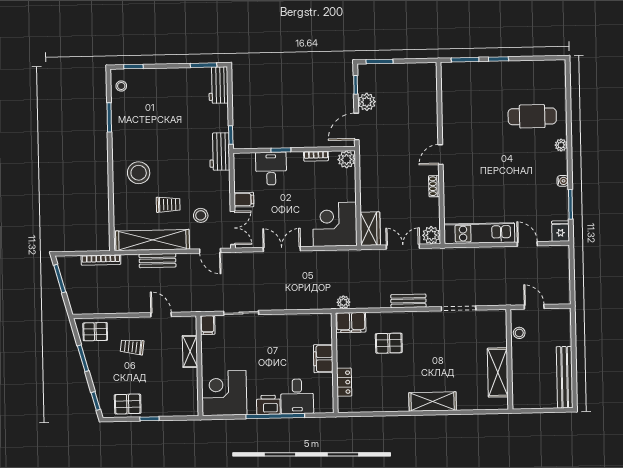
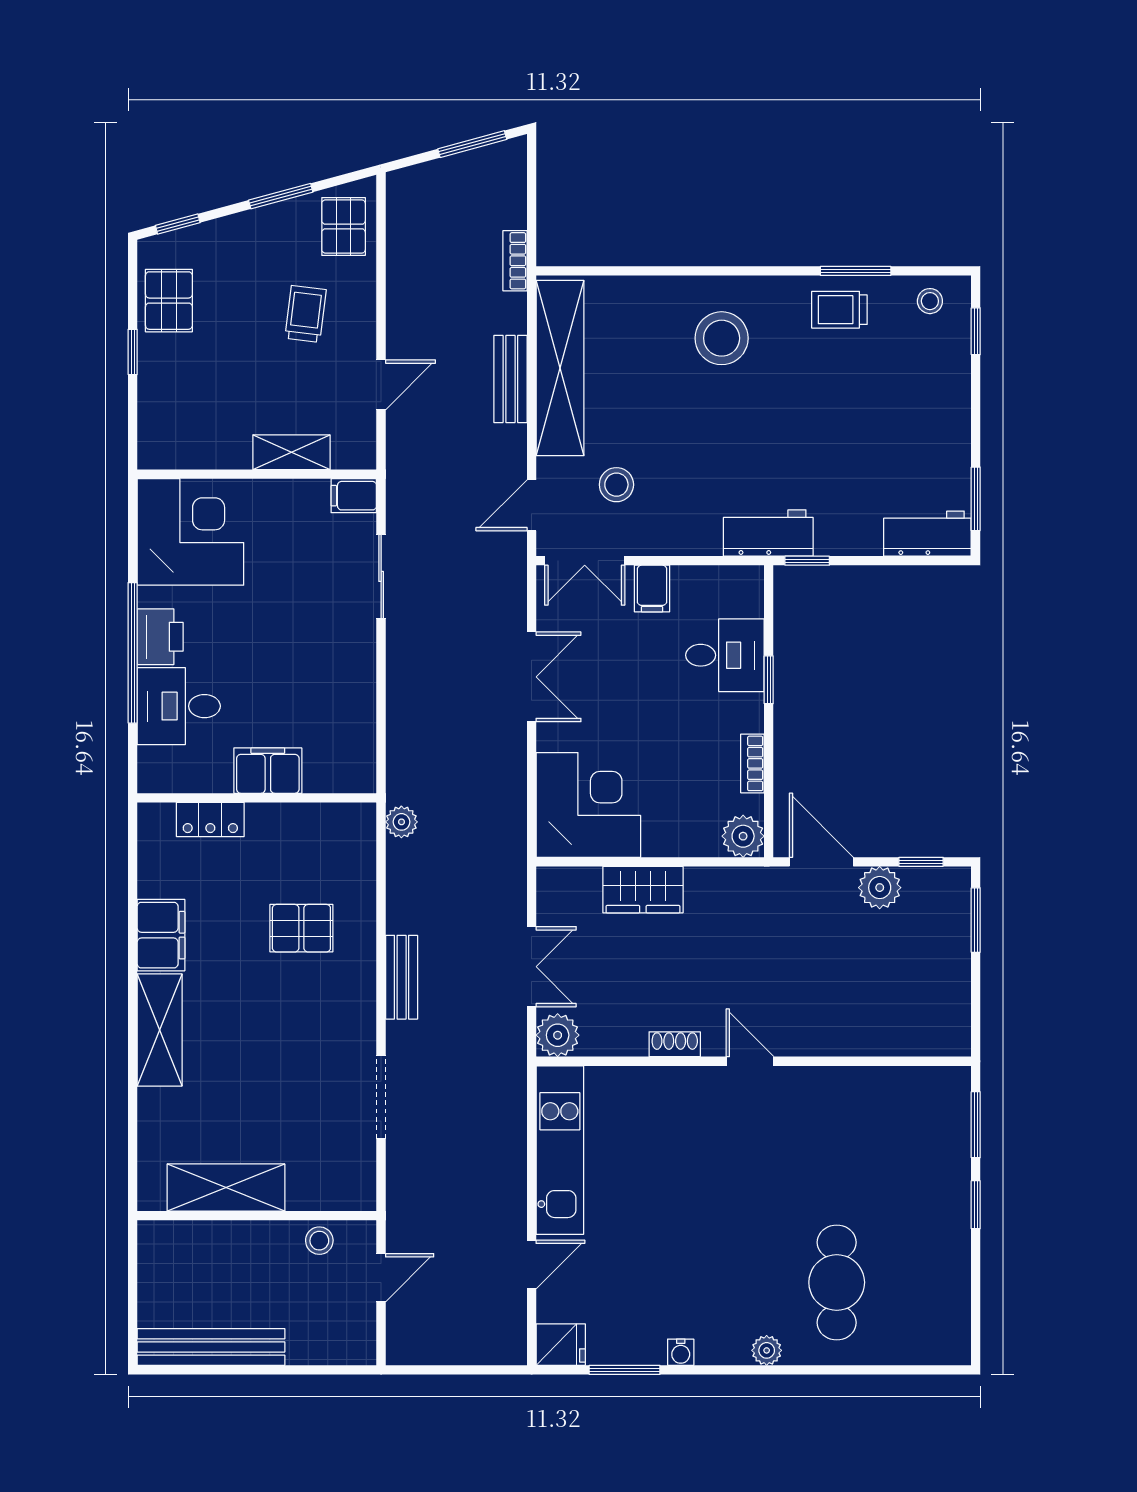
trolley: (168, 205) -> (839, 310), moved, turned 90
wardrobe: (370, 229) -> (643, 890), moved
bookcase: (101, 260) -> (515, 261), width x0.64
filing cabinet: (351, 323) -> (161, 935), moved, turned 180
pallet: (389, 343) -> (301, 928), turned 90

